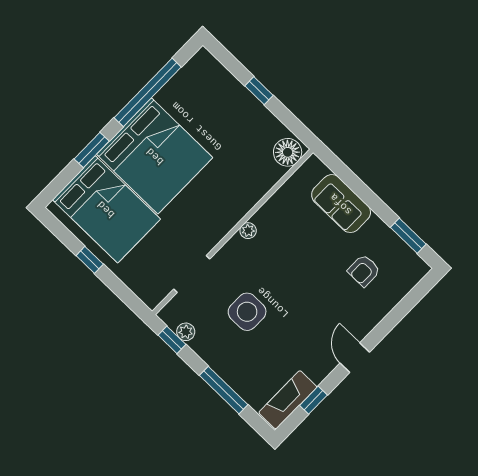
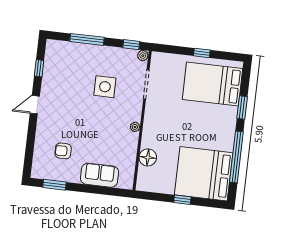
floor lamp: (288, 152) -> (148, 157), moved
bed: (155, 156) -> (204, 174), moved
armchair: (364, 271) -> (63, 151), turned -90
plant: (186, 332) -> (143, 56), moved
door: (355, 358) -> (35, 105), swing flipped
fireplace: (288, 400) -> (52, 59), removed

